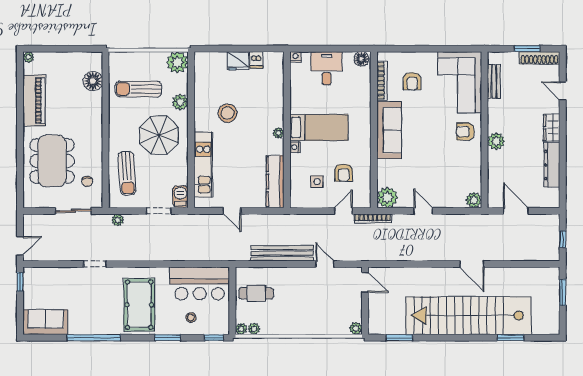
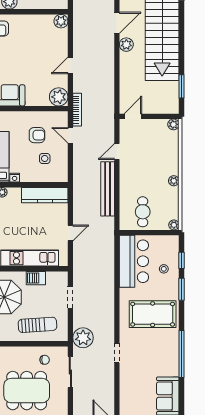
barbecue: (180, 197) -> (36, 278), moved
plant: (118, 220) -> (83, 338), width x1.87, depth x1.87
plant: (447, 275) -> (126, 45), added
plant: (254, 329) -> (174, 181), moved
window: (214, 338) -> (181, 260), moved

